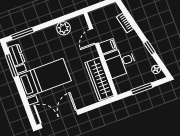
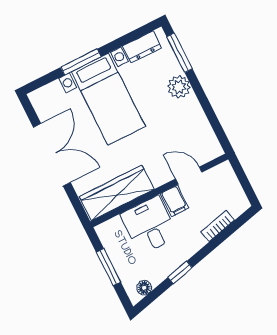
plant: (64, 28) -> (179, 87), moved
window: (12, 66) -> (81, 62), moved
double door: (59, 119) -> (52, 155), moved

